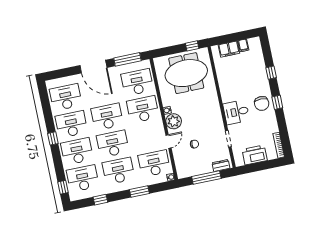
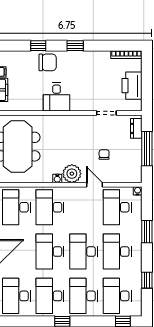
chair: (262, 103) -> (48, 62), moved
desk: (236, 112) -> (57, 97), moved

